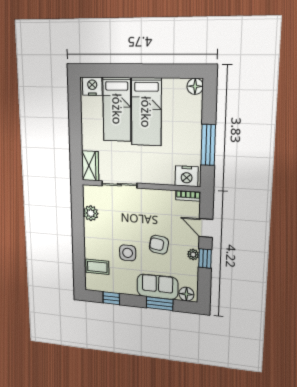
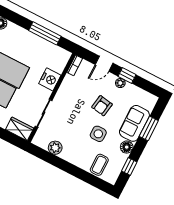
nightstand: (187, 176) -> (50, 79), moved
floor lamp: (186, 294) -> (127, 147), moved

